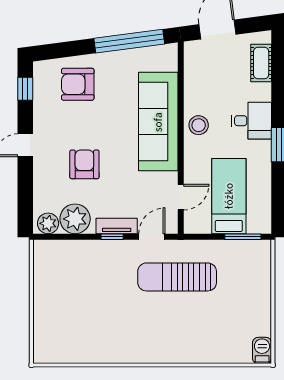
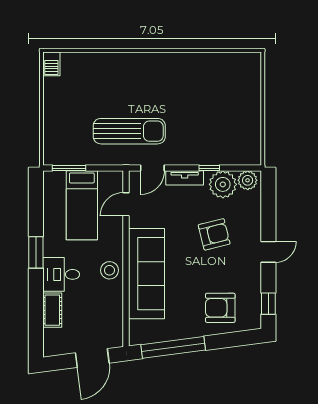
cot: (261, 63) -> (52, 310), moved
armchair: (78, 84) -> (220, 308), turned 180
armchair: (84, 164) -> (214, 234), turned -104
window: (112, 237) -> (209, 168), moved

